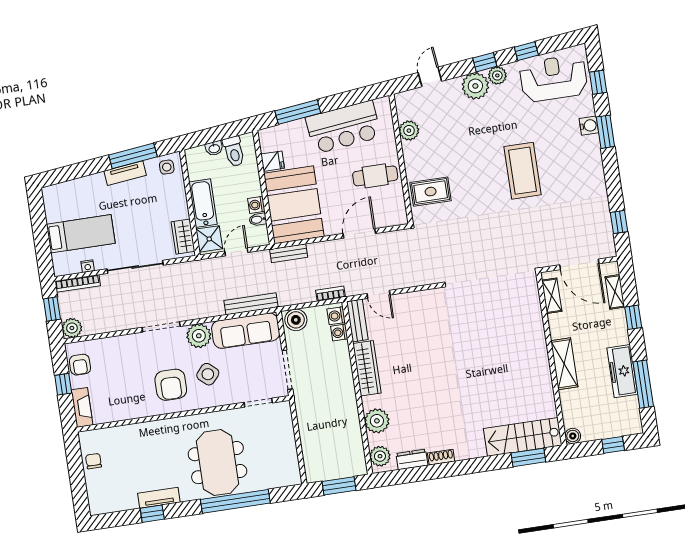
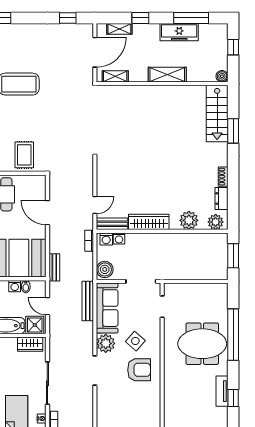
window: (528, 457) -> (233, 131), moved

